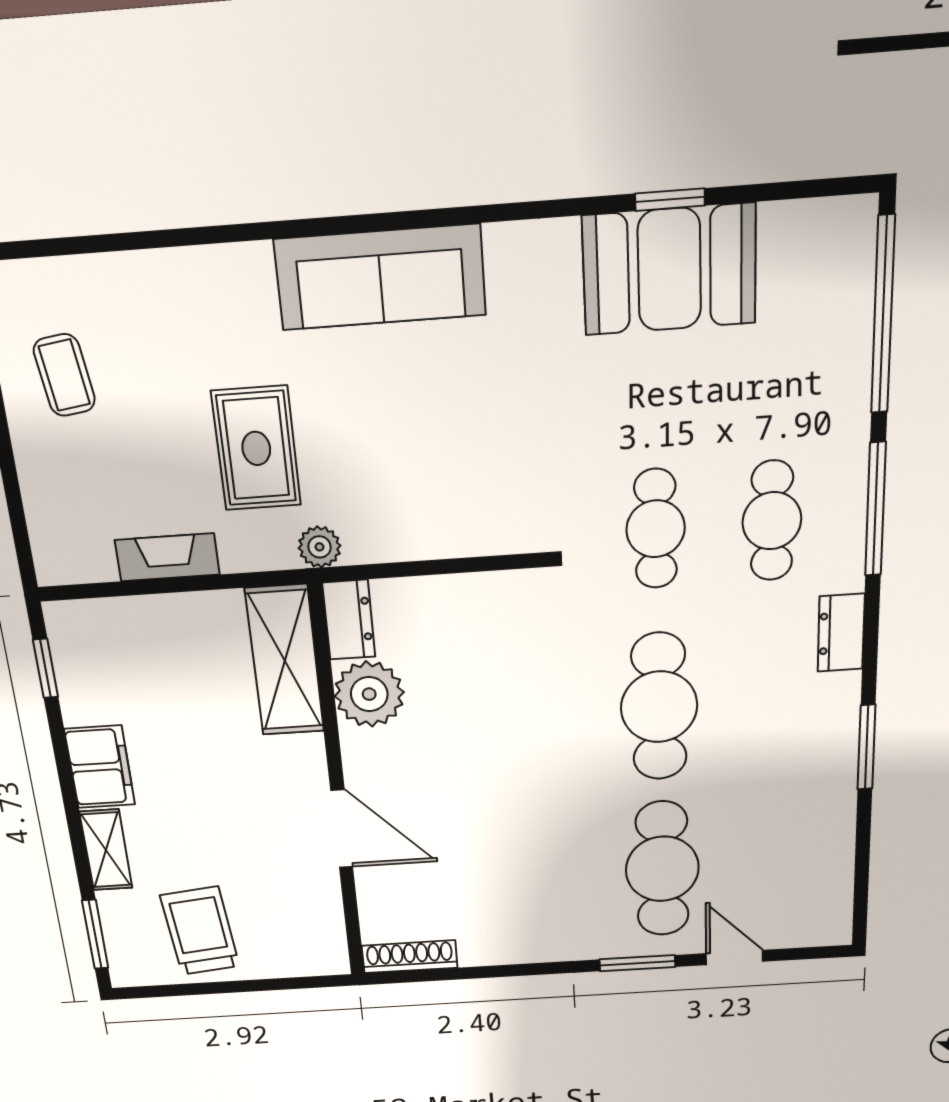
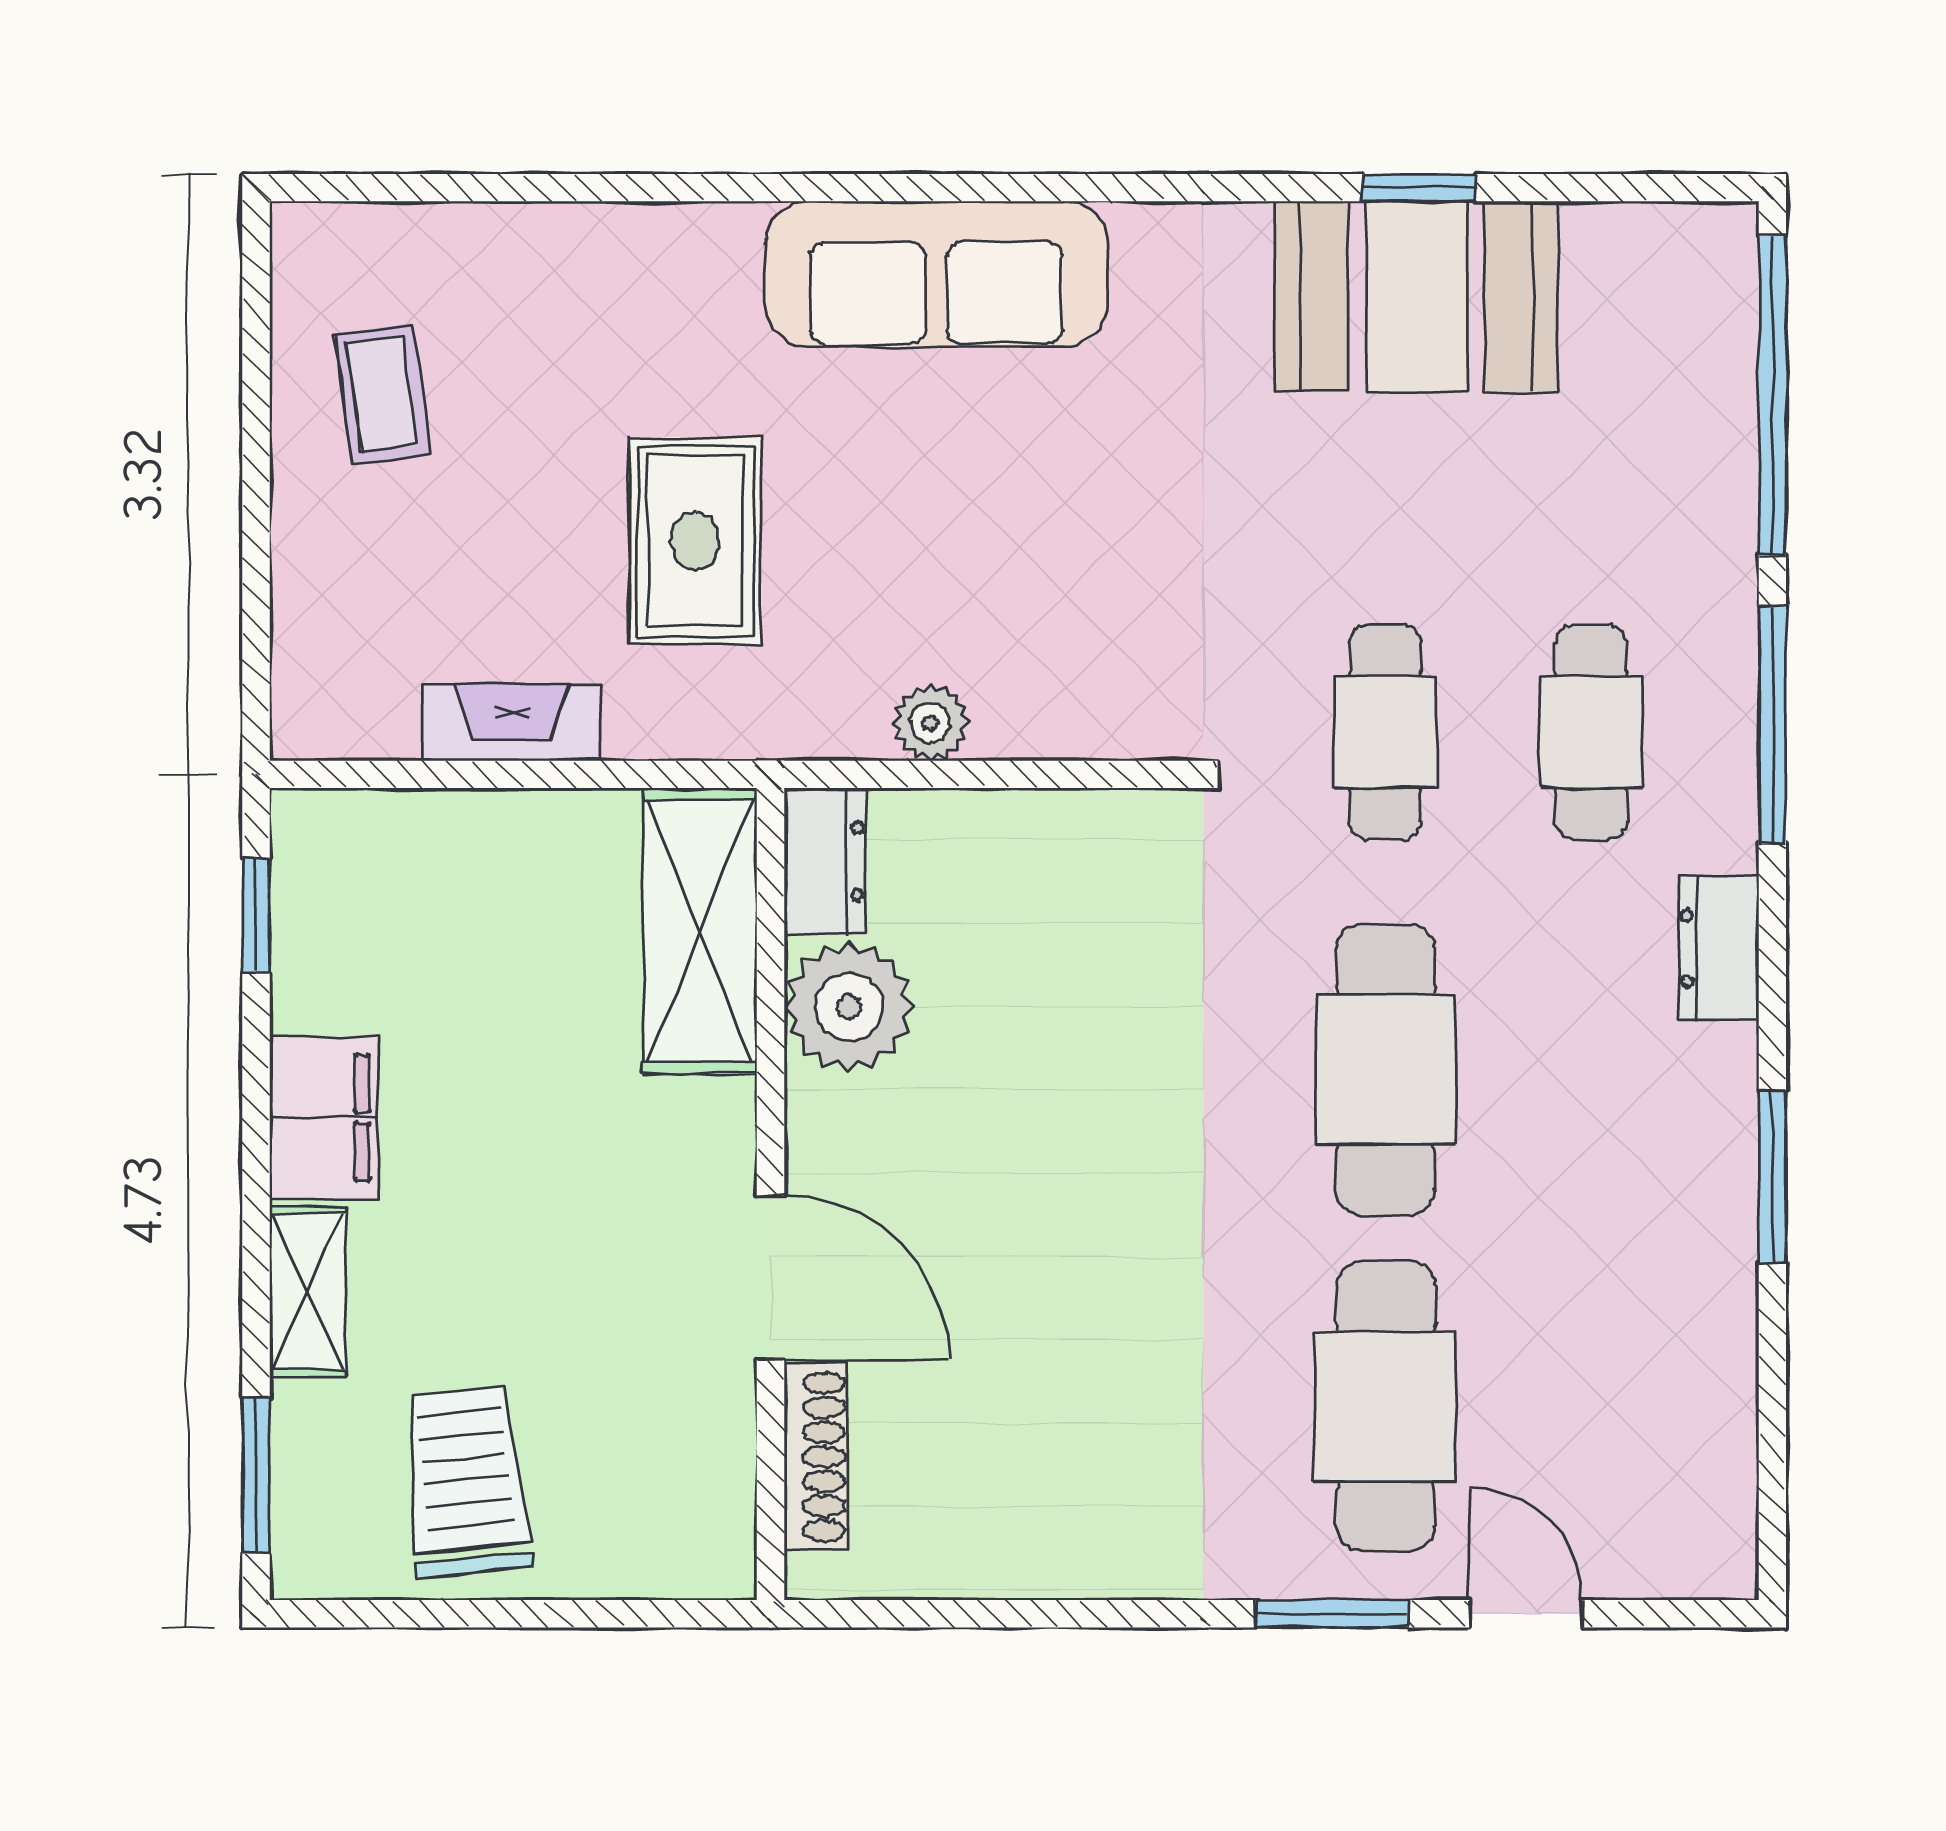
plant: (320, 547) -> (930, 723), moved
shoe rack: (410, 957) -> (816, 1457), moved, turned 90

